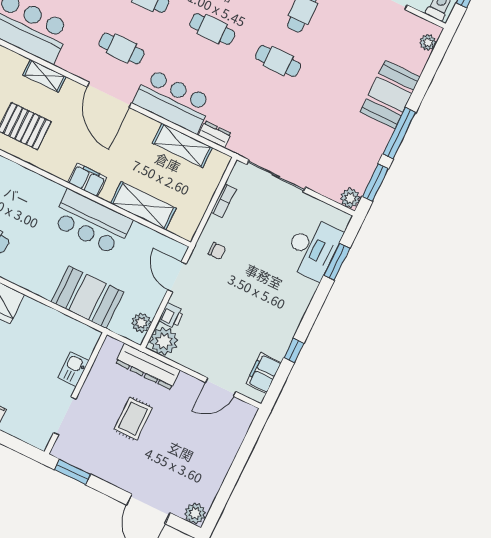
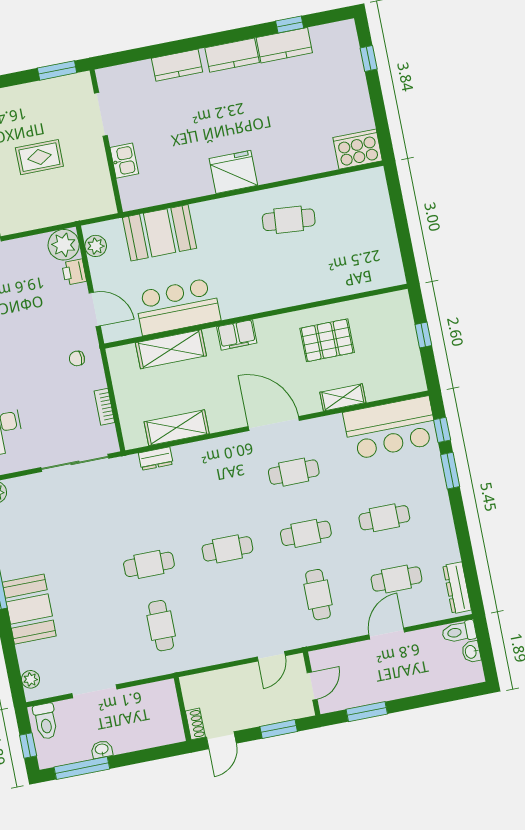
bar counter: (173, 101) -> (214, 460), removed
bar counter: (92, 222) -> (178, 307), moved
dresser: (148, 367) -> (61, 212), removed
rug: (133, 419) -> (39, 157), turned 90

